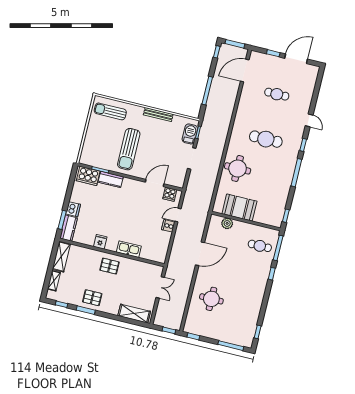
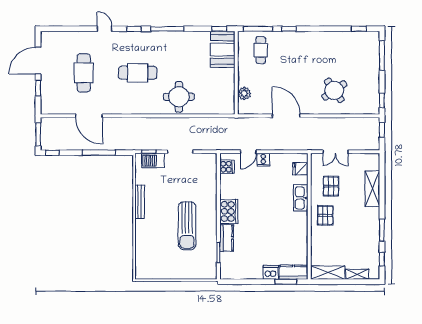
door: (296, 59) -> (38, 61), hinge flipped
door: (245, 71) -> (89, 116), moved
cafe table: (277, 94) -> (84, 73), width x1.37, depth x1.35
sun lounger: (110, 111) -> (149, 257), removed
door: (309, 120) -> (104, 29), hinge flipped
cafe table: (266, 139) -> (138, 73), turned 90
sun lounger: (129, 149) -> (187, 226), turned 90
cooker: (88, 176) -> (229, 211), moved
door: (155, 183) -> (218, 187), removed
booth: (239, 207) -> (223, 50), moved
door: (178, 215) -> (248, 152), hinge flipped
fridge: (100, 242) -> (300, 169), moved
double door: (160, 287) -> (335, 152), swing flipped
pallet: (92, 298) -> (331, 186), moved
round table: (211, 299) -> (334, 90), turned -35
shelving: (134, 314) -> (372, 189), moved

